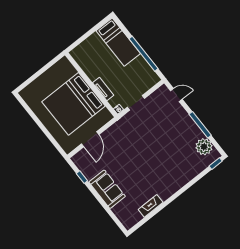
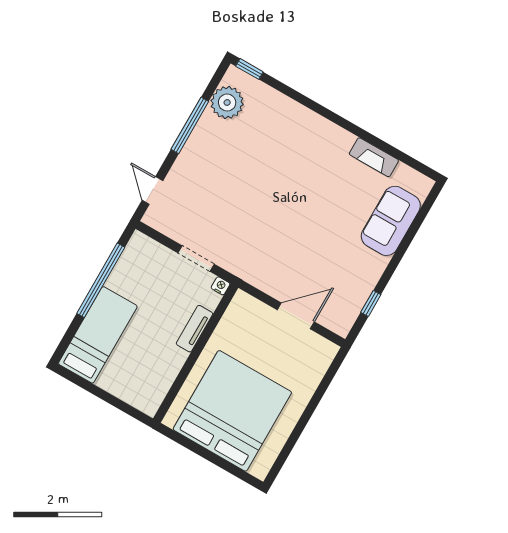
bed: (74, 104) -> (232, 411), moved, turned -90
sofa: (107, 189) -> (391, 221), moved

